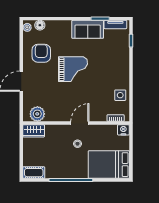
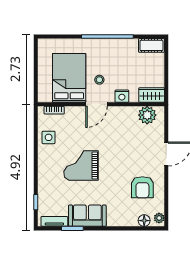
grand piano: (73, 69) -> (81, 165), moved
nightstand: (123, 130) -> (122, 96), moved
bed: (109, 165) -> (69, 78), moved, turned -90

